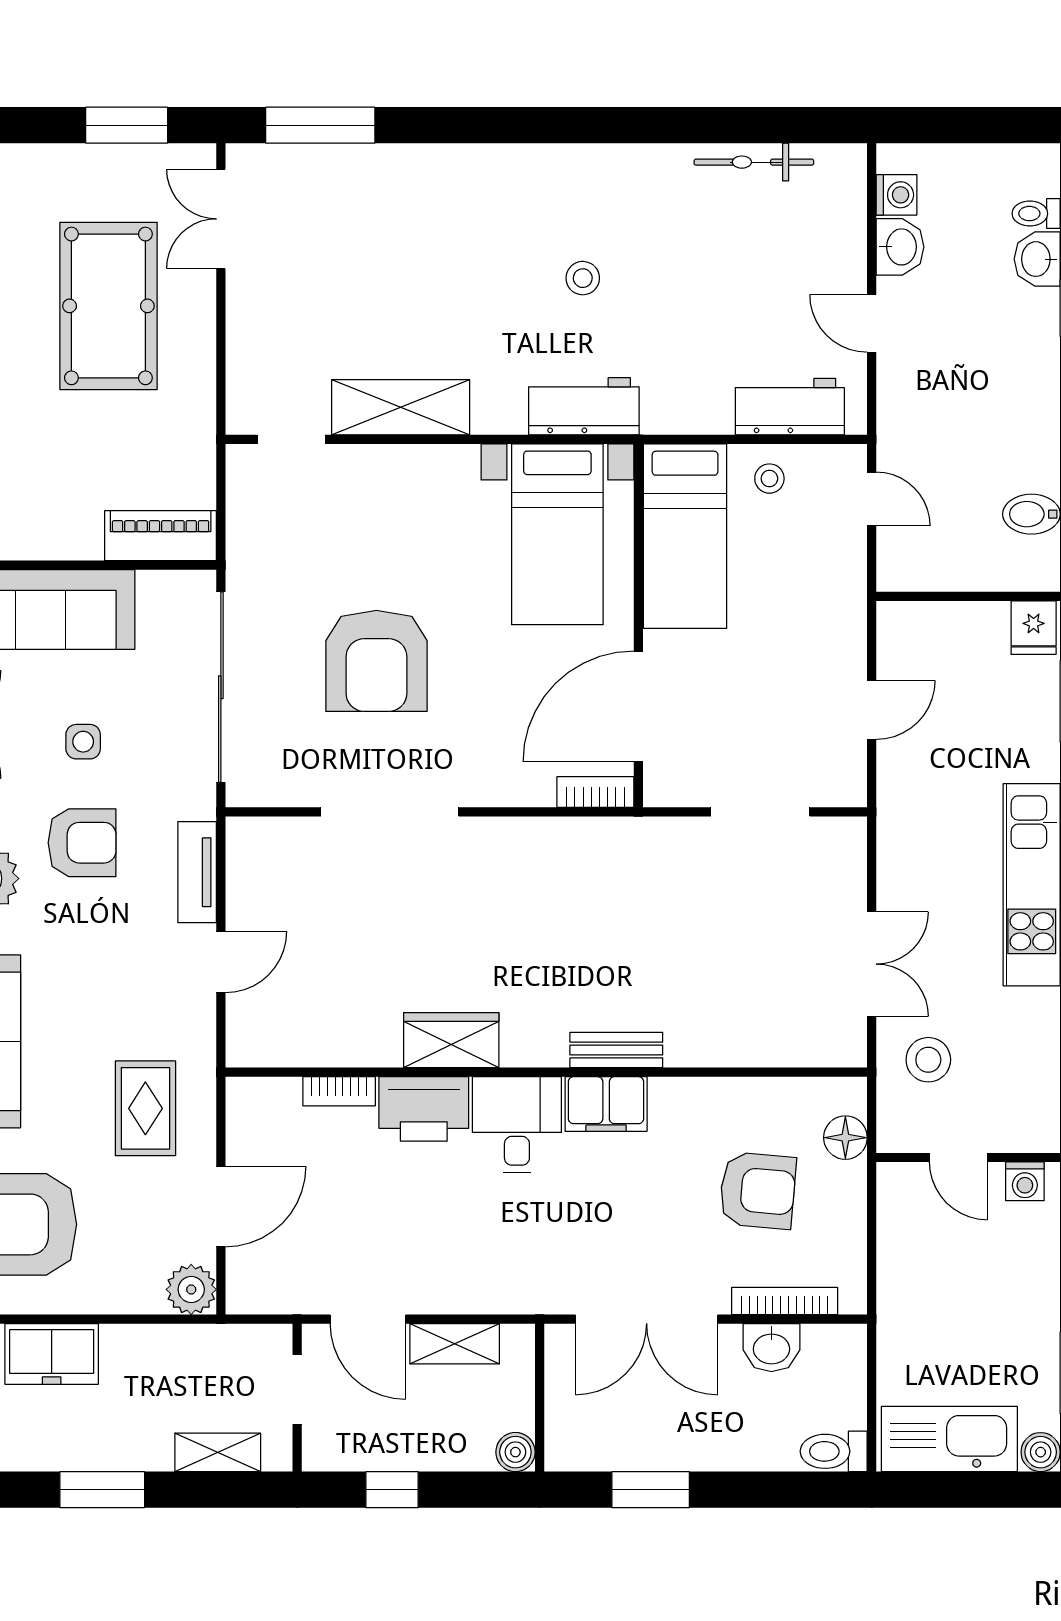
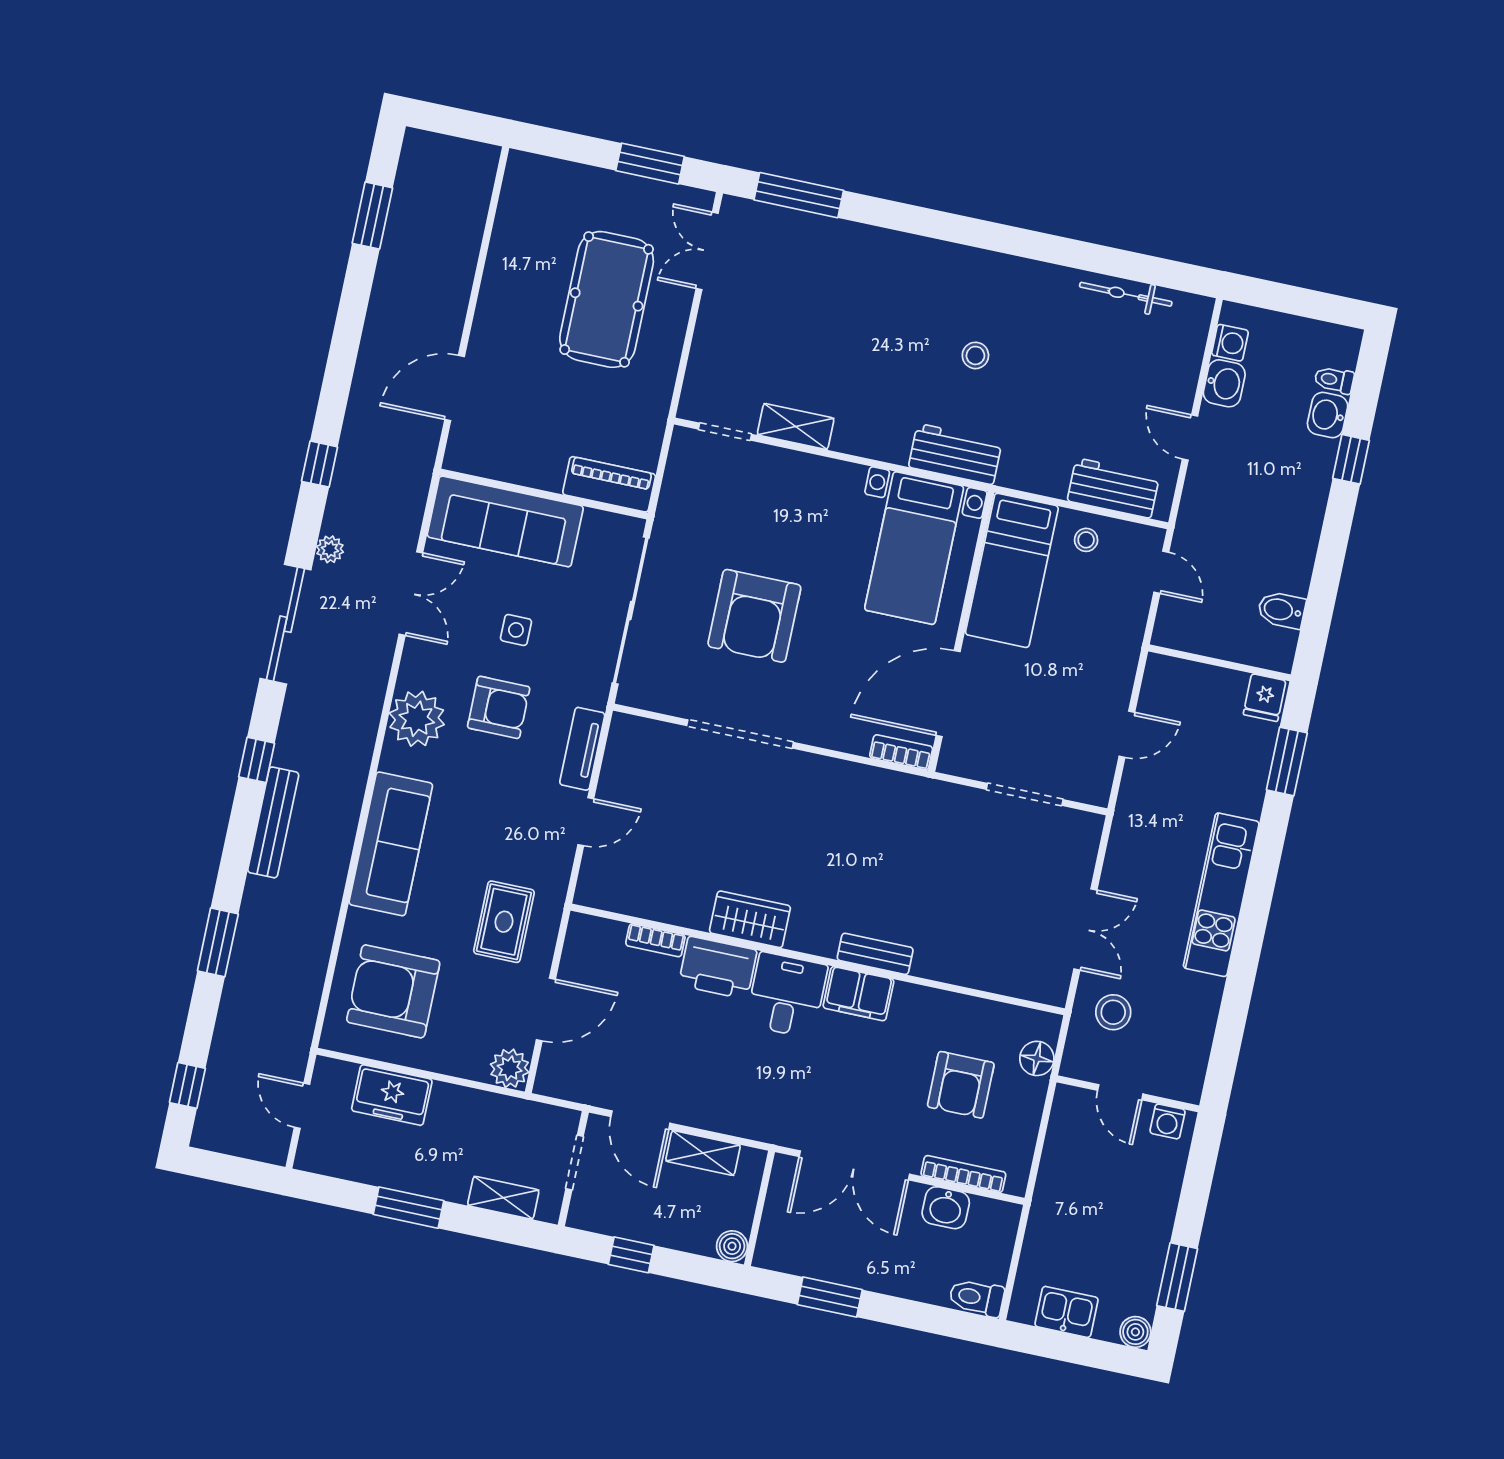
shelving: (401, 407) -> (796, 426), width x0.67, depth x0.75
armchair: (758, 1191) -> (961, 1085), turned 85
kitchen sink: (949, 1439) -> (1066, 1312), width x0.53, depth x0.81

